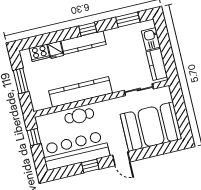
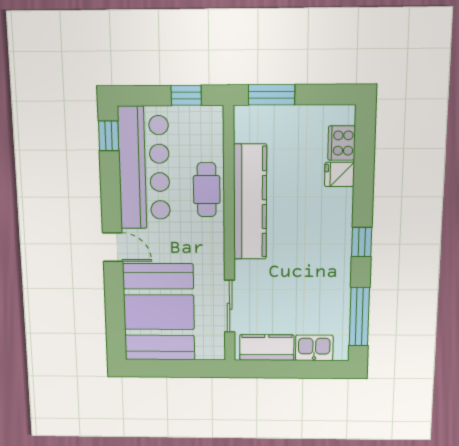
window: (128, 20) -> (359, 317), width x1.44
kitchen counter: (84, 43) -> (339, 229), removed
window: (21, 81) -> (272, 95), moved
door: (121, 159) -> (113, 247), swing flipped
window: (90, 166) -> (109, 136), moved

